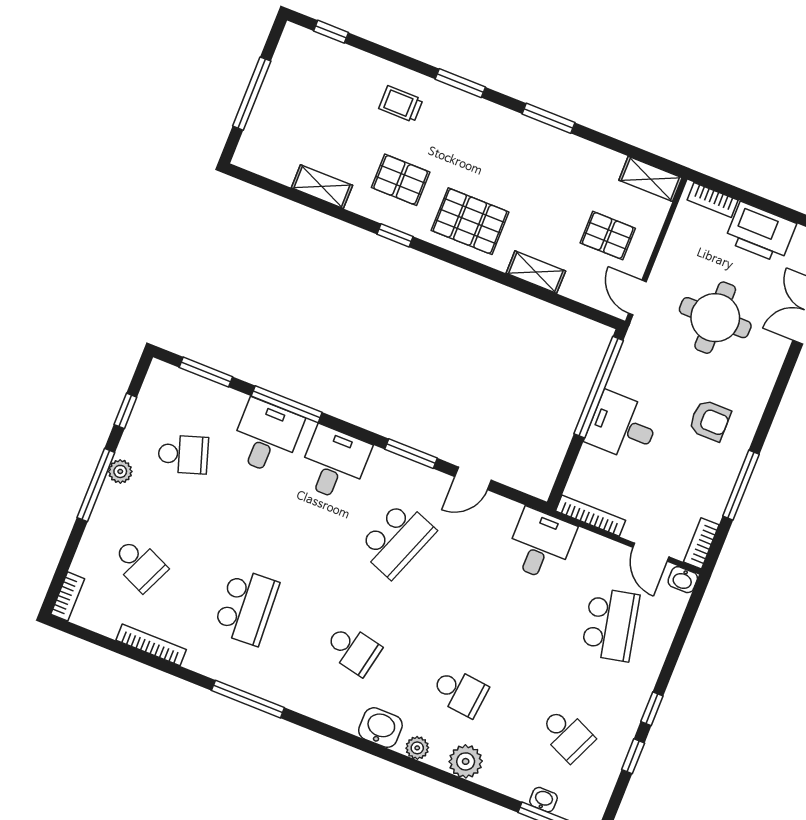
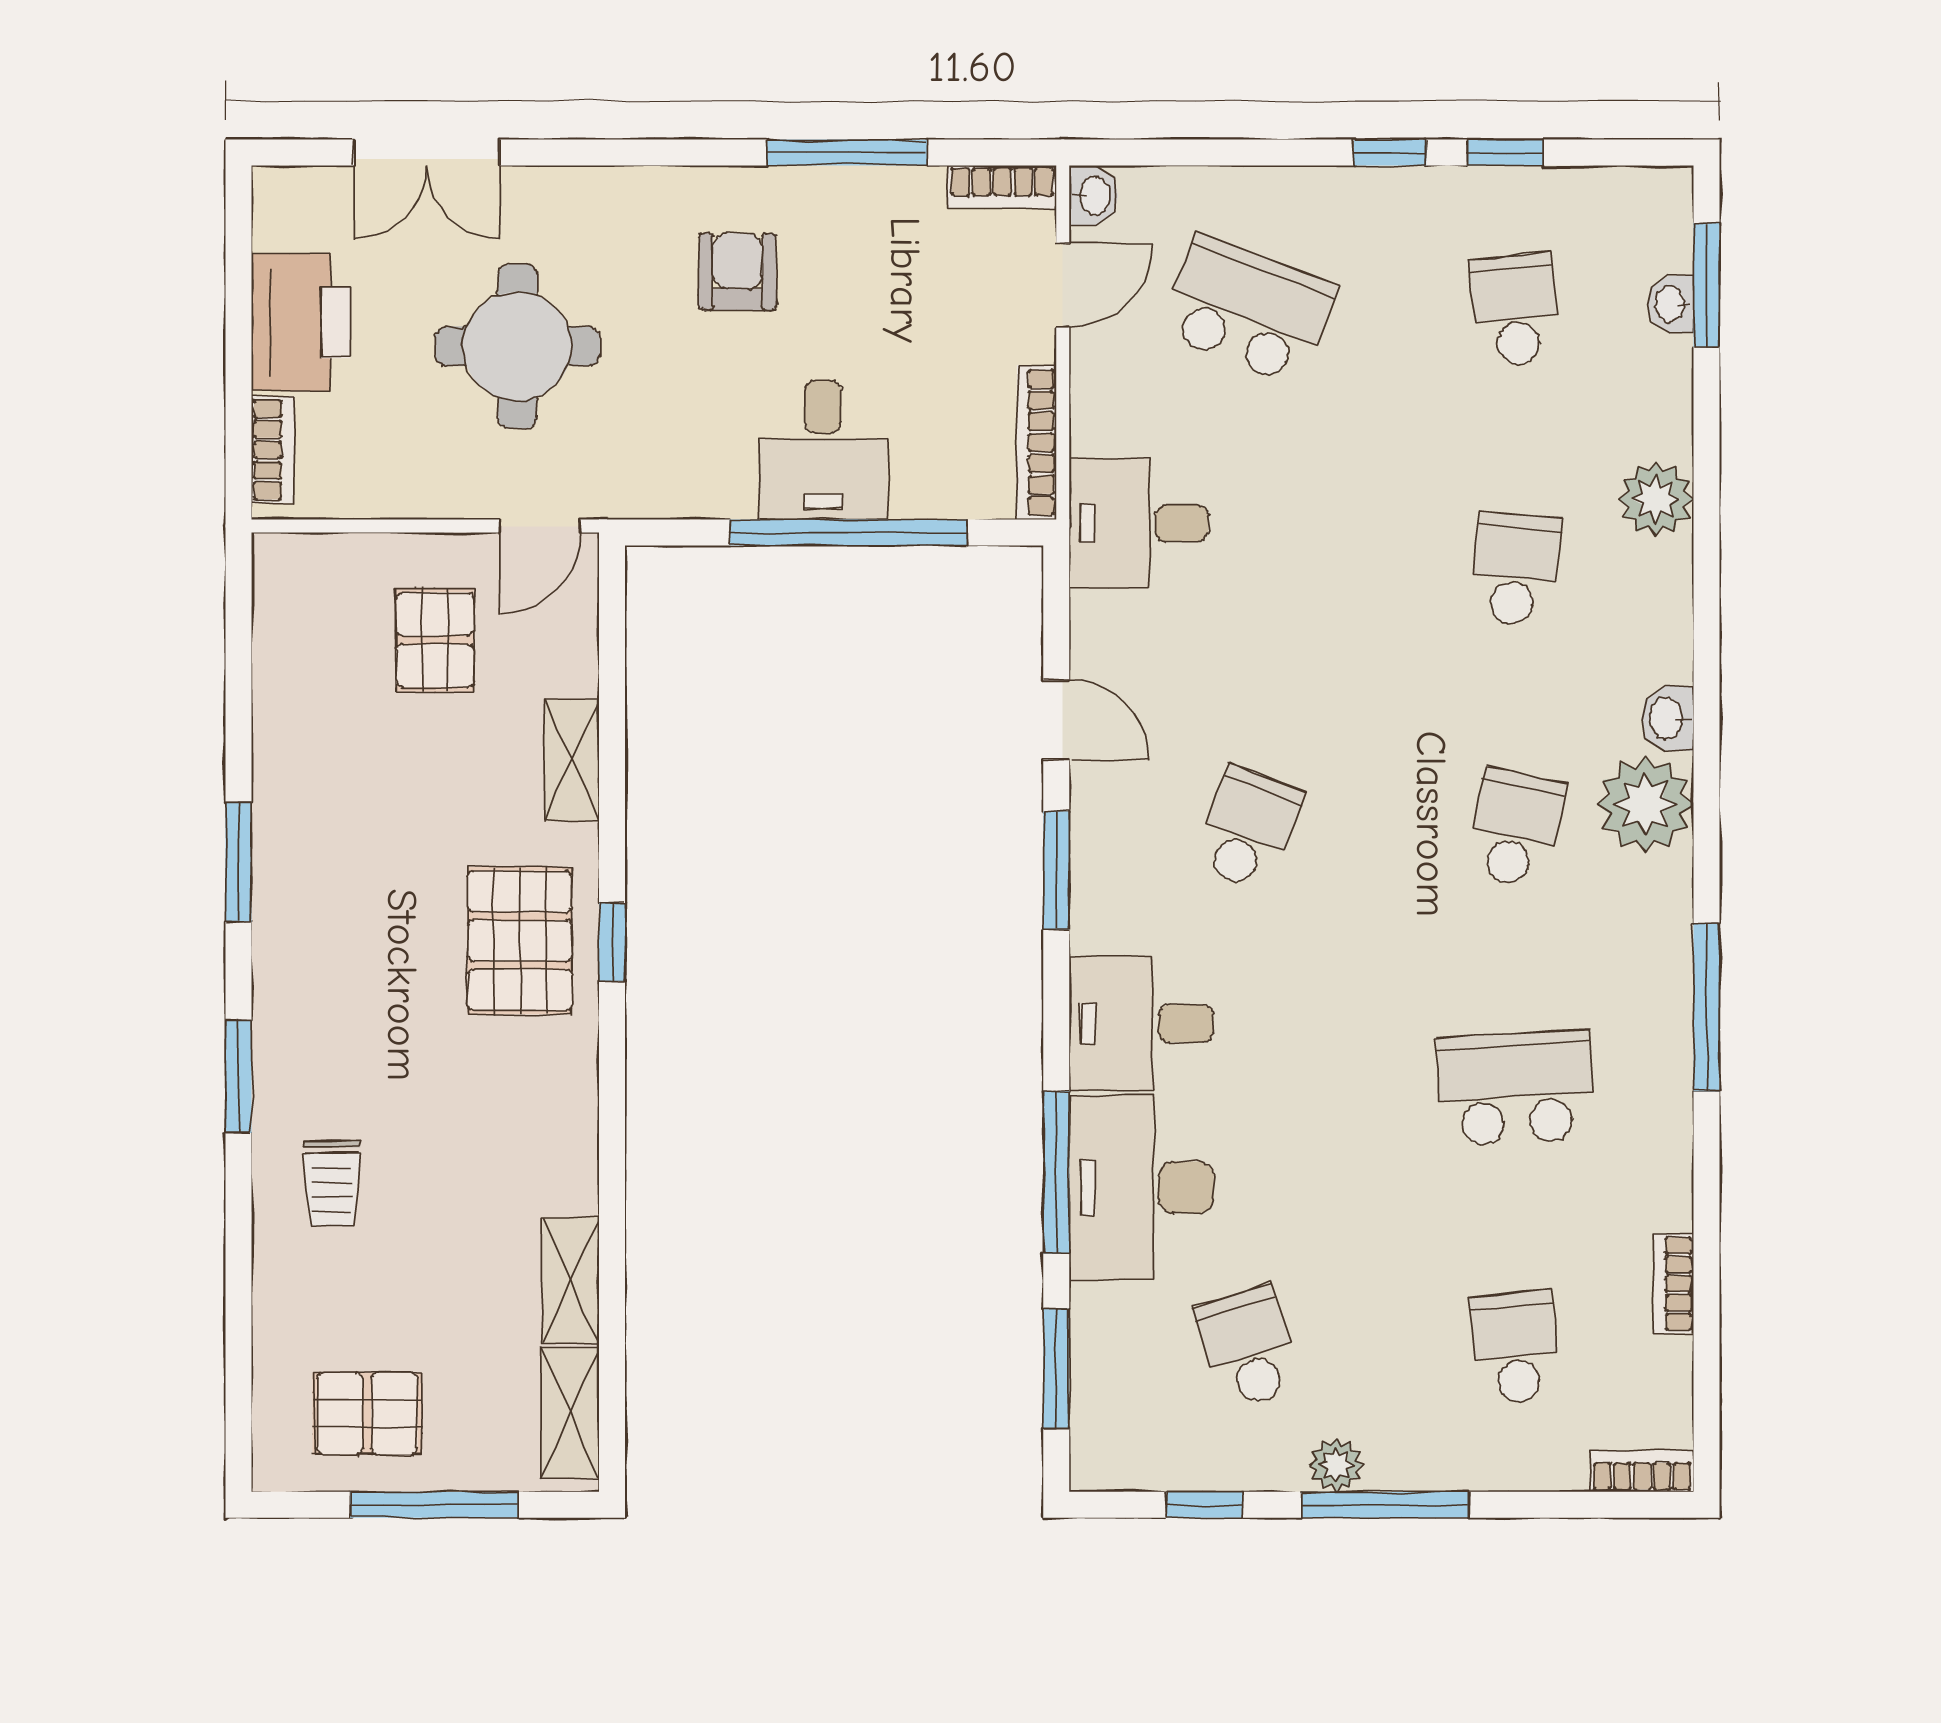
window: (331, 32) -> (239, 1390), removed
shelving: (650, 179) -> (570, 1413), moved
pallet: (401, 180) -> (367, 1414), moved, turned 90
window: (395, 235) -> (612, 942), moved
window: (599, 387) -> (848, 532), moved
desk: (266, 437) -> (1141, 1187), width x1.37
school desk: (397, 539) -> (1248, 829), width x0.54
school desk: (139, 564) -> (1515, 1347), turned -30
school desk: (610, 624) -> (1248, 310), turned 33
bookcase: (151, 645) -> (1674, 1284), width x0.64
washbasin: (380, 728) -> (1668, 718), width x0.72, depth x0.69
school desk: (567, 734) -> (1515, 310), turned -30
plant: (417, 748) -> (1645, 804), moved, width x1.88, depth x1.88

